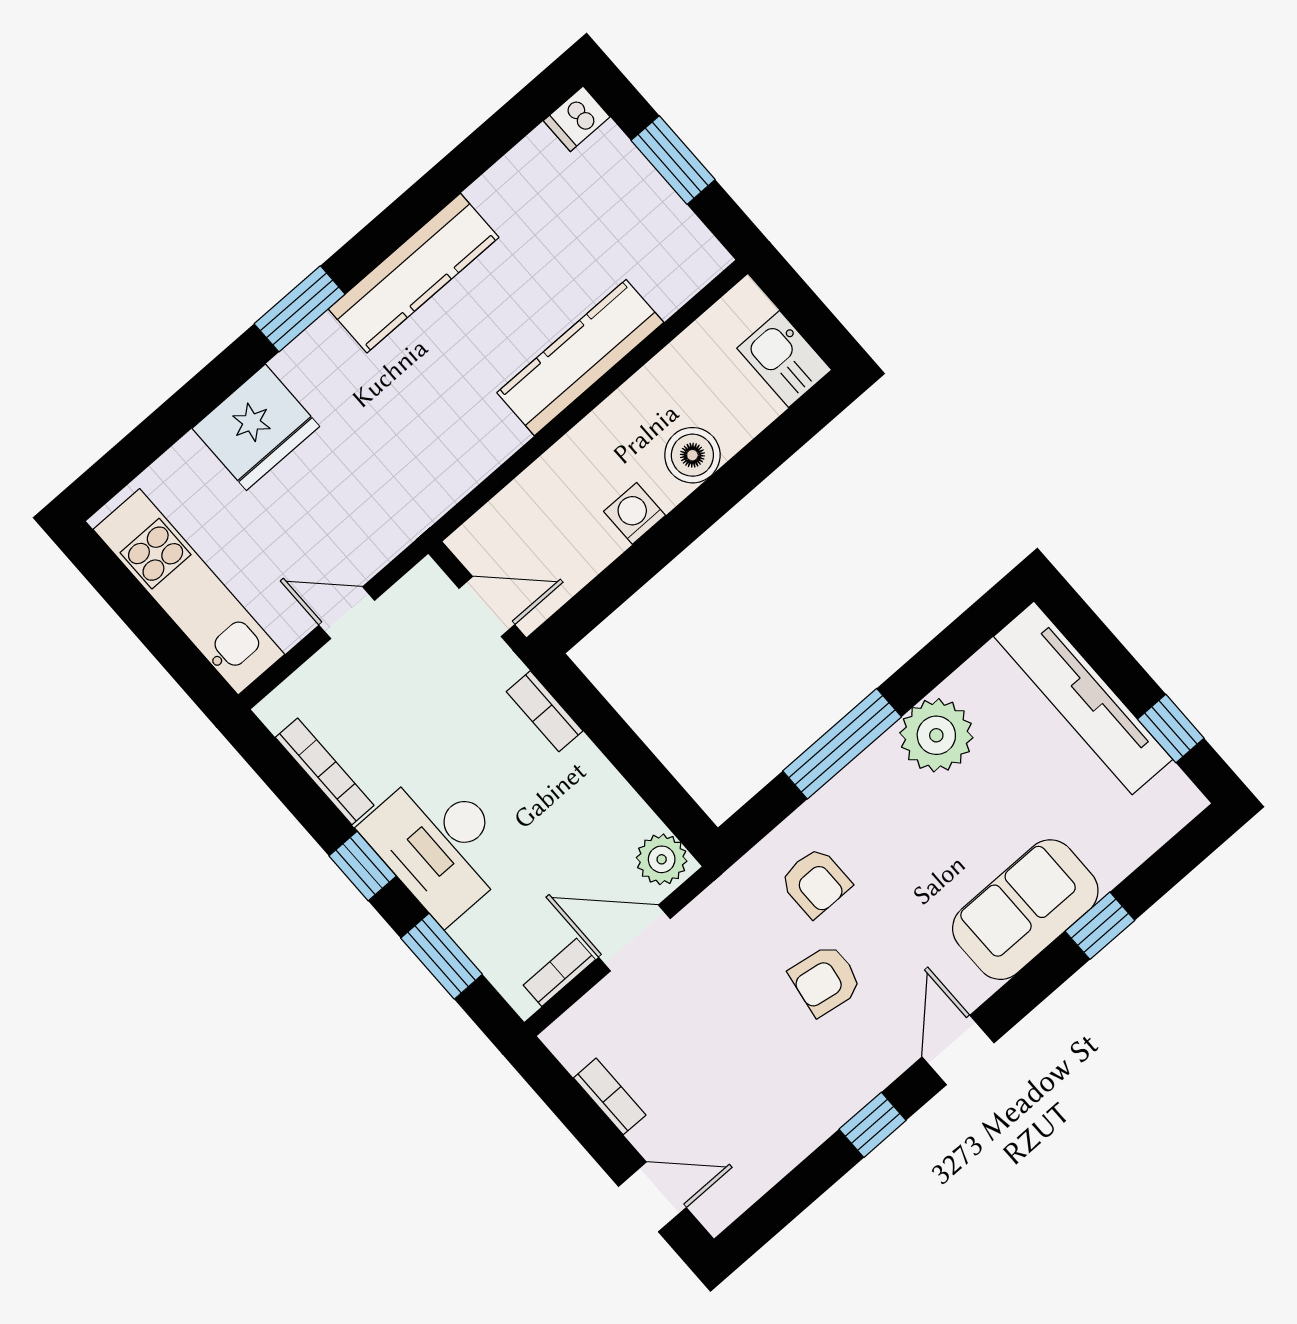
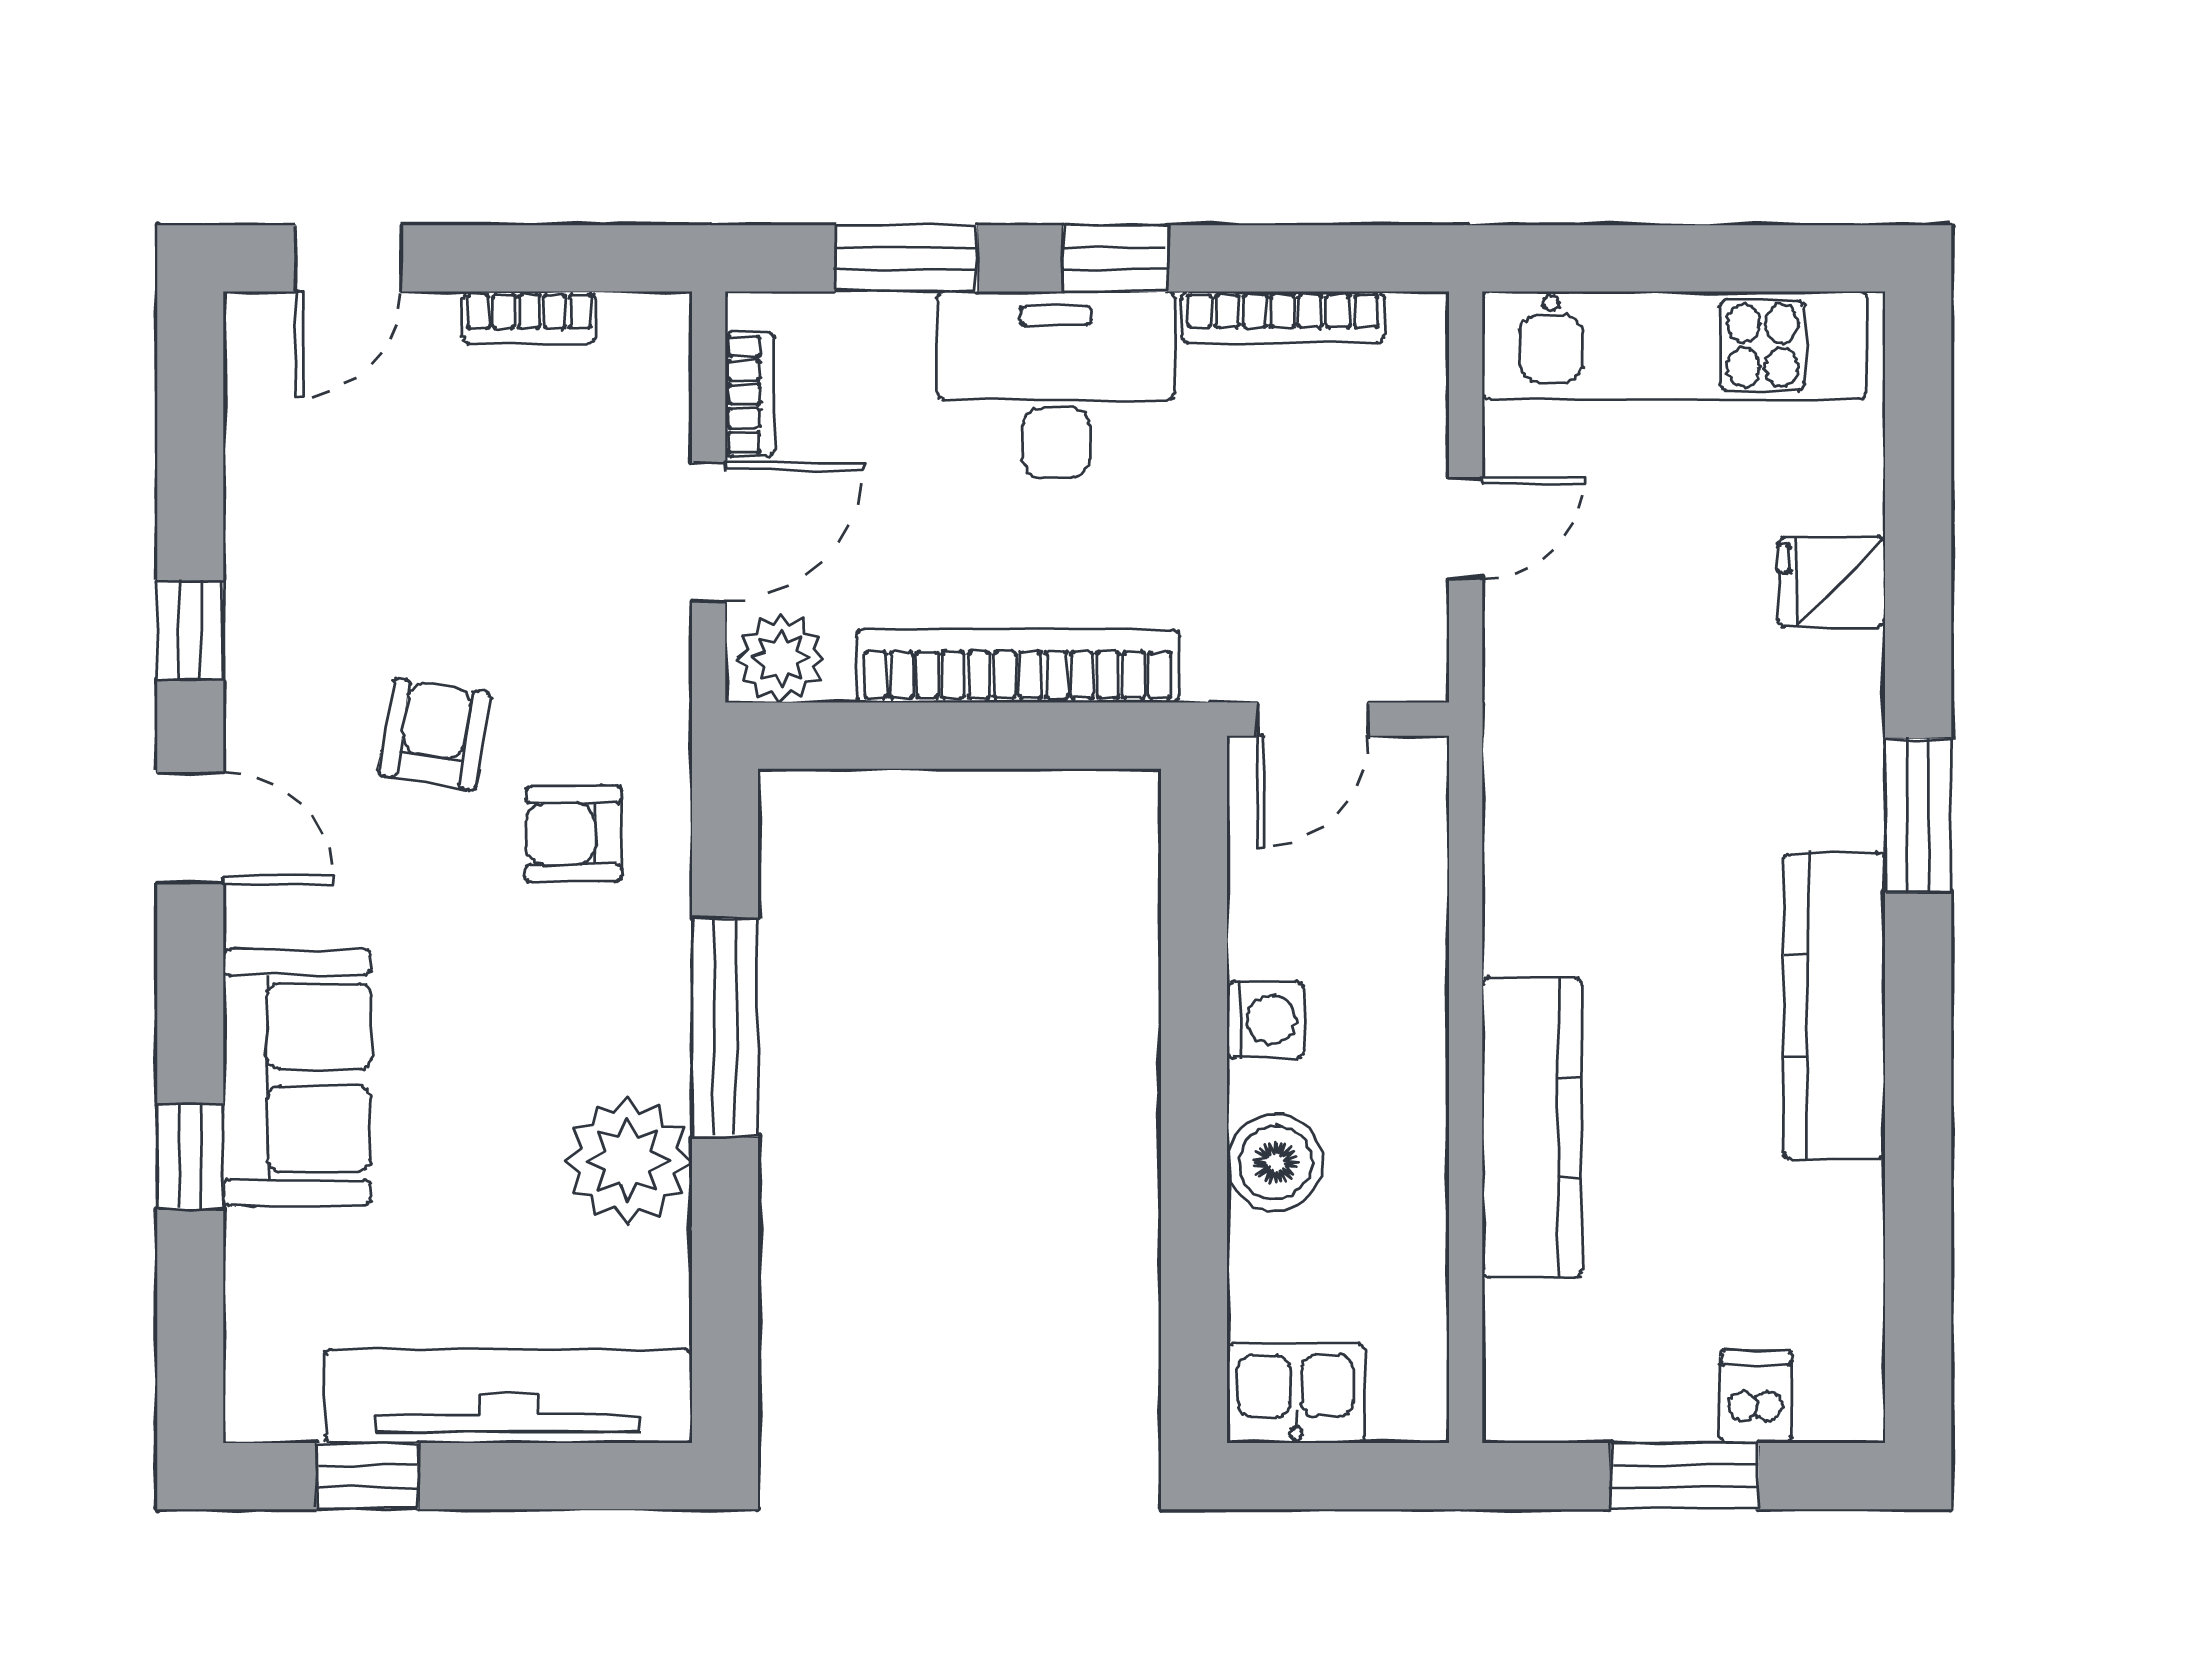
dishwasher: (577, 119) -> (1756, 1397), moved
fridge: (256, 427) -> (1831, 582), width x0.53, depth x0.75
bookcase: (545, 711) -> (1018, 666), width x2.31, depth x1.31

